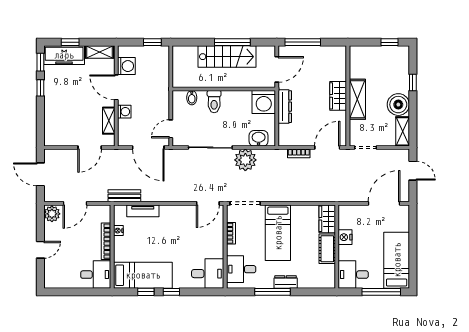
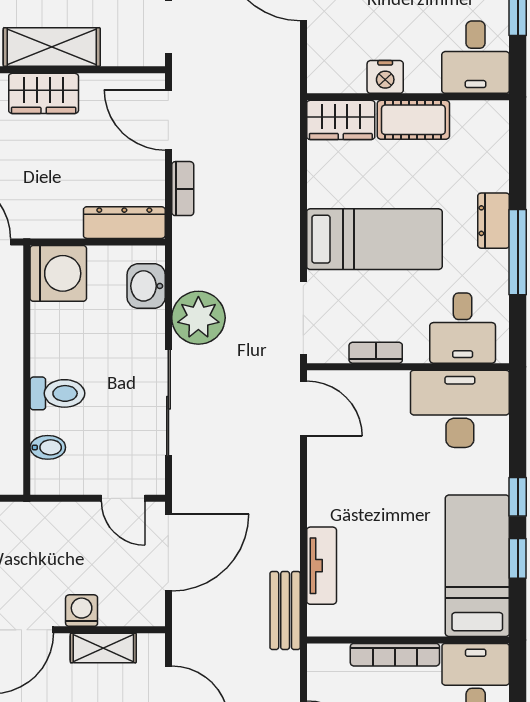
dresser: (285, 107) -> (124, 223), moved
nightstand: (118, 231) -> (369, 625), removed
desk: (208, 274) -> (460, 409), width x1.37

